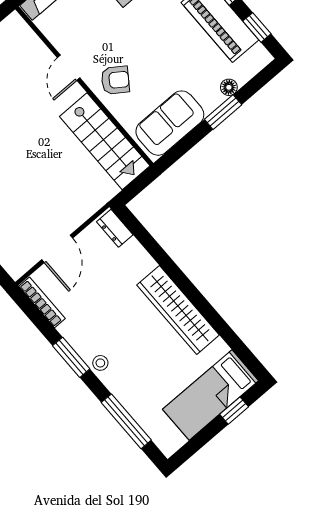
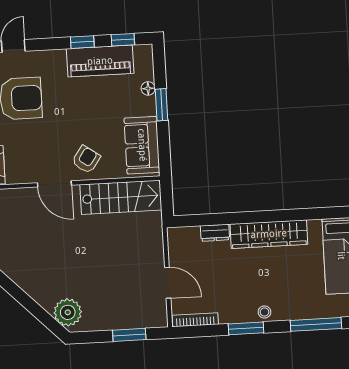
door: (69, 68) -> (54, 184), width x1.38
dresser: (115, 228) -> (215, 233), moved

